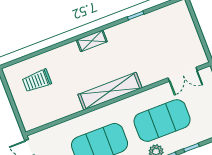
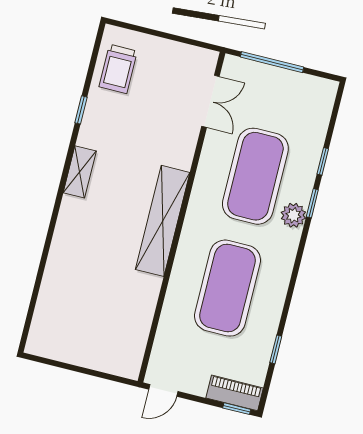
shelving: (92, 41) -> (80, 172), moved
trolley: (37, 81) -> (118, 69), moved

